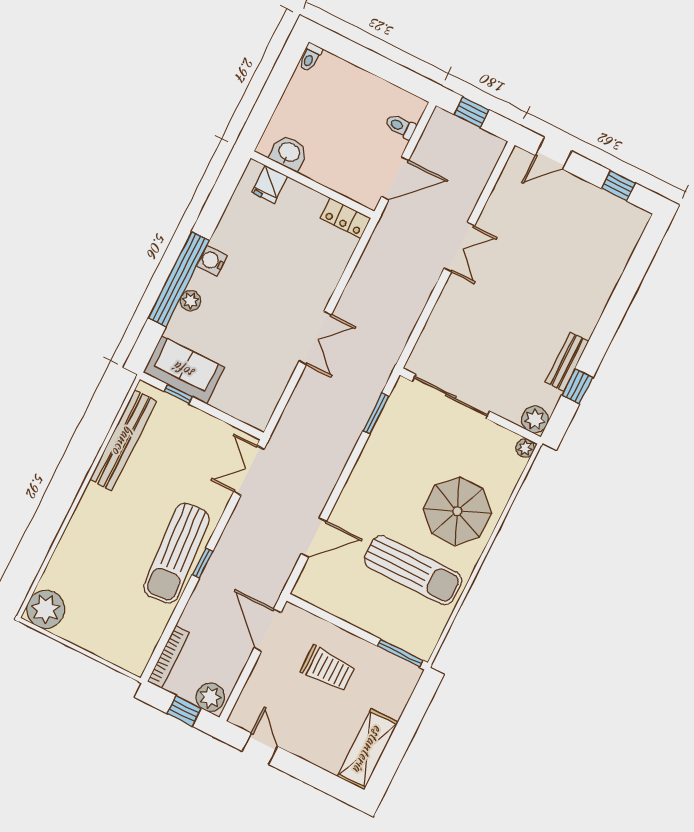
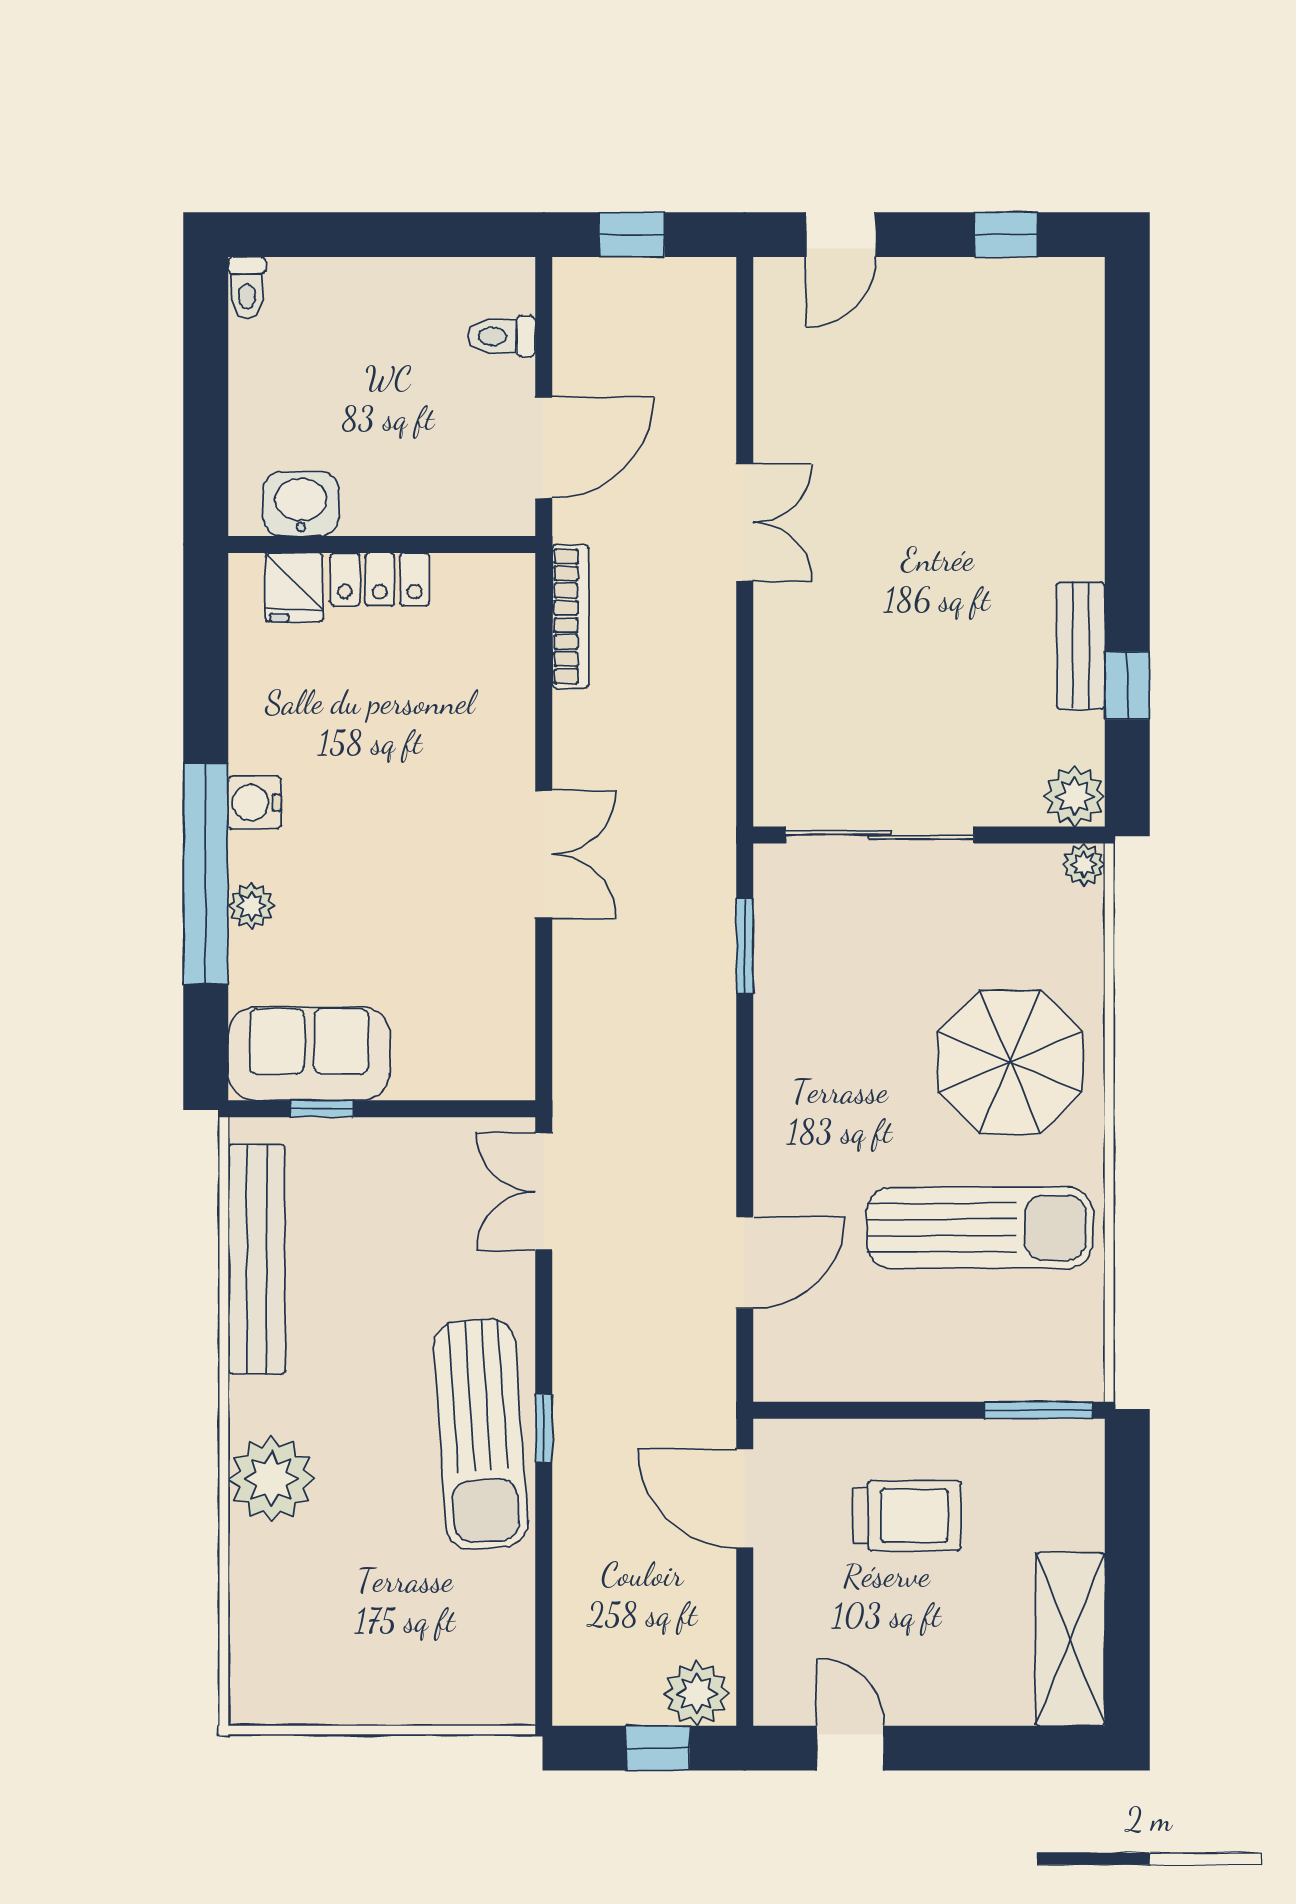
locker: (345, 218) -> (380, 579), moved
plant: (46, 609) -> (271, 1479), moved
bookcase: (169, 657) -> (570, 616), moved

